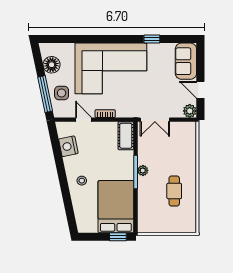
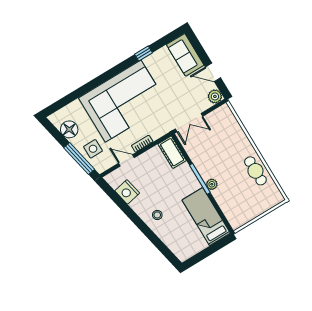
plant: (143, 170) -> (212, 184), moved
cafe table: (174, 191) -> (255, 171), moved
bed: (116, 207) -> (206, 217), width x0.67
window: (118, 237) -> (219, 245), removed

